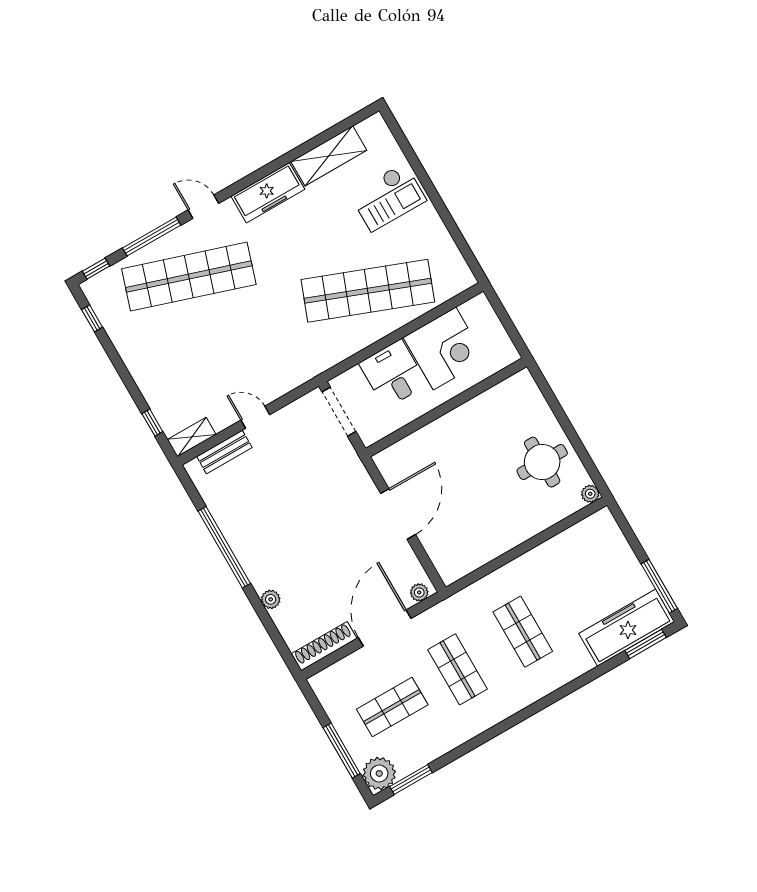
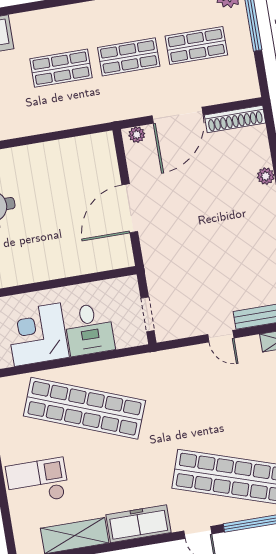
doorway: (339, 412) -> (148, 314), width x0.73
shop shelf: (523, 632) -> (61, 68), turned 90
shop shelf: (457, 669) -> (129, 57), turned 90

